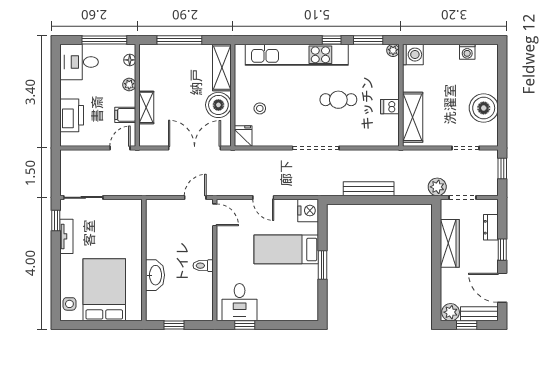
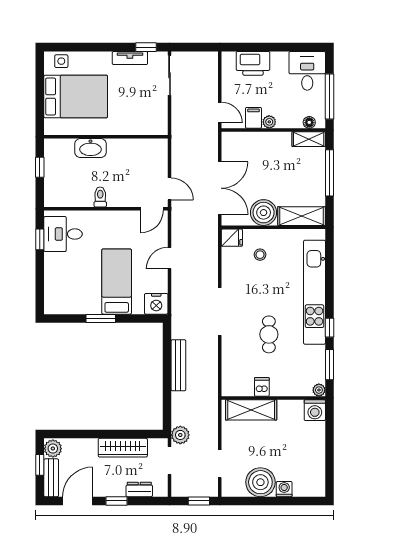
washing machine: (467, 52) -> (284, 489), moved, turned 90
plant: (129, 85) -> (269, 122), moved
shelving: (146, 107) -> (309, 139), moved

